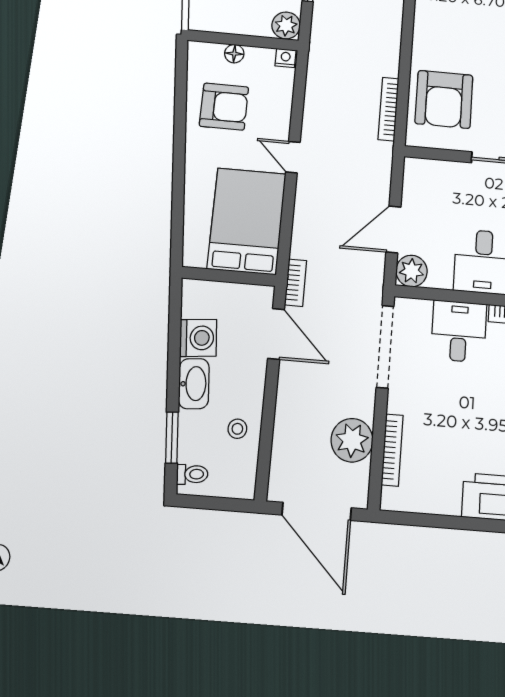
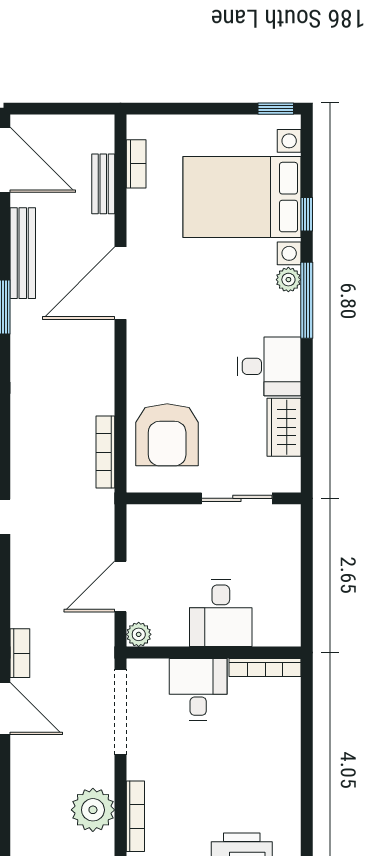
plant: (412, 271) -> (139, 634), width x0.73, depth x0.73

